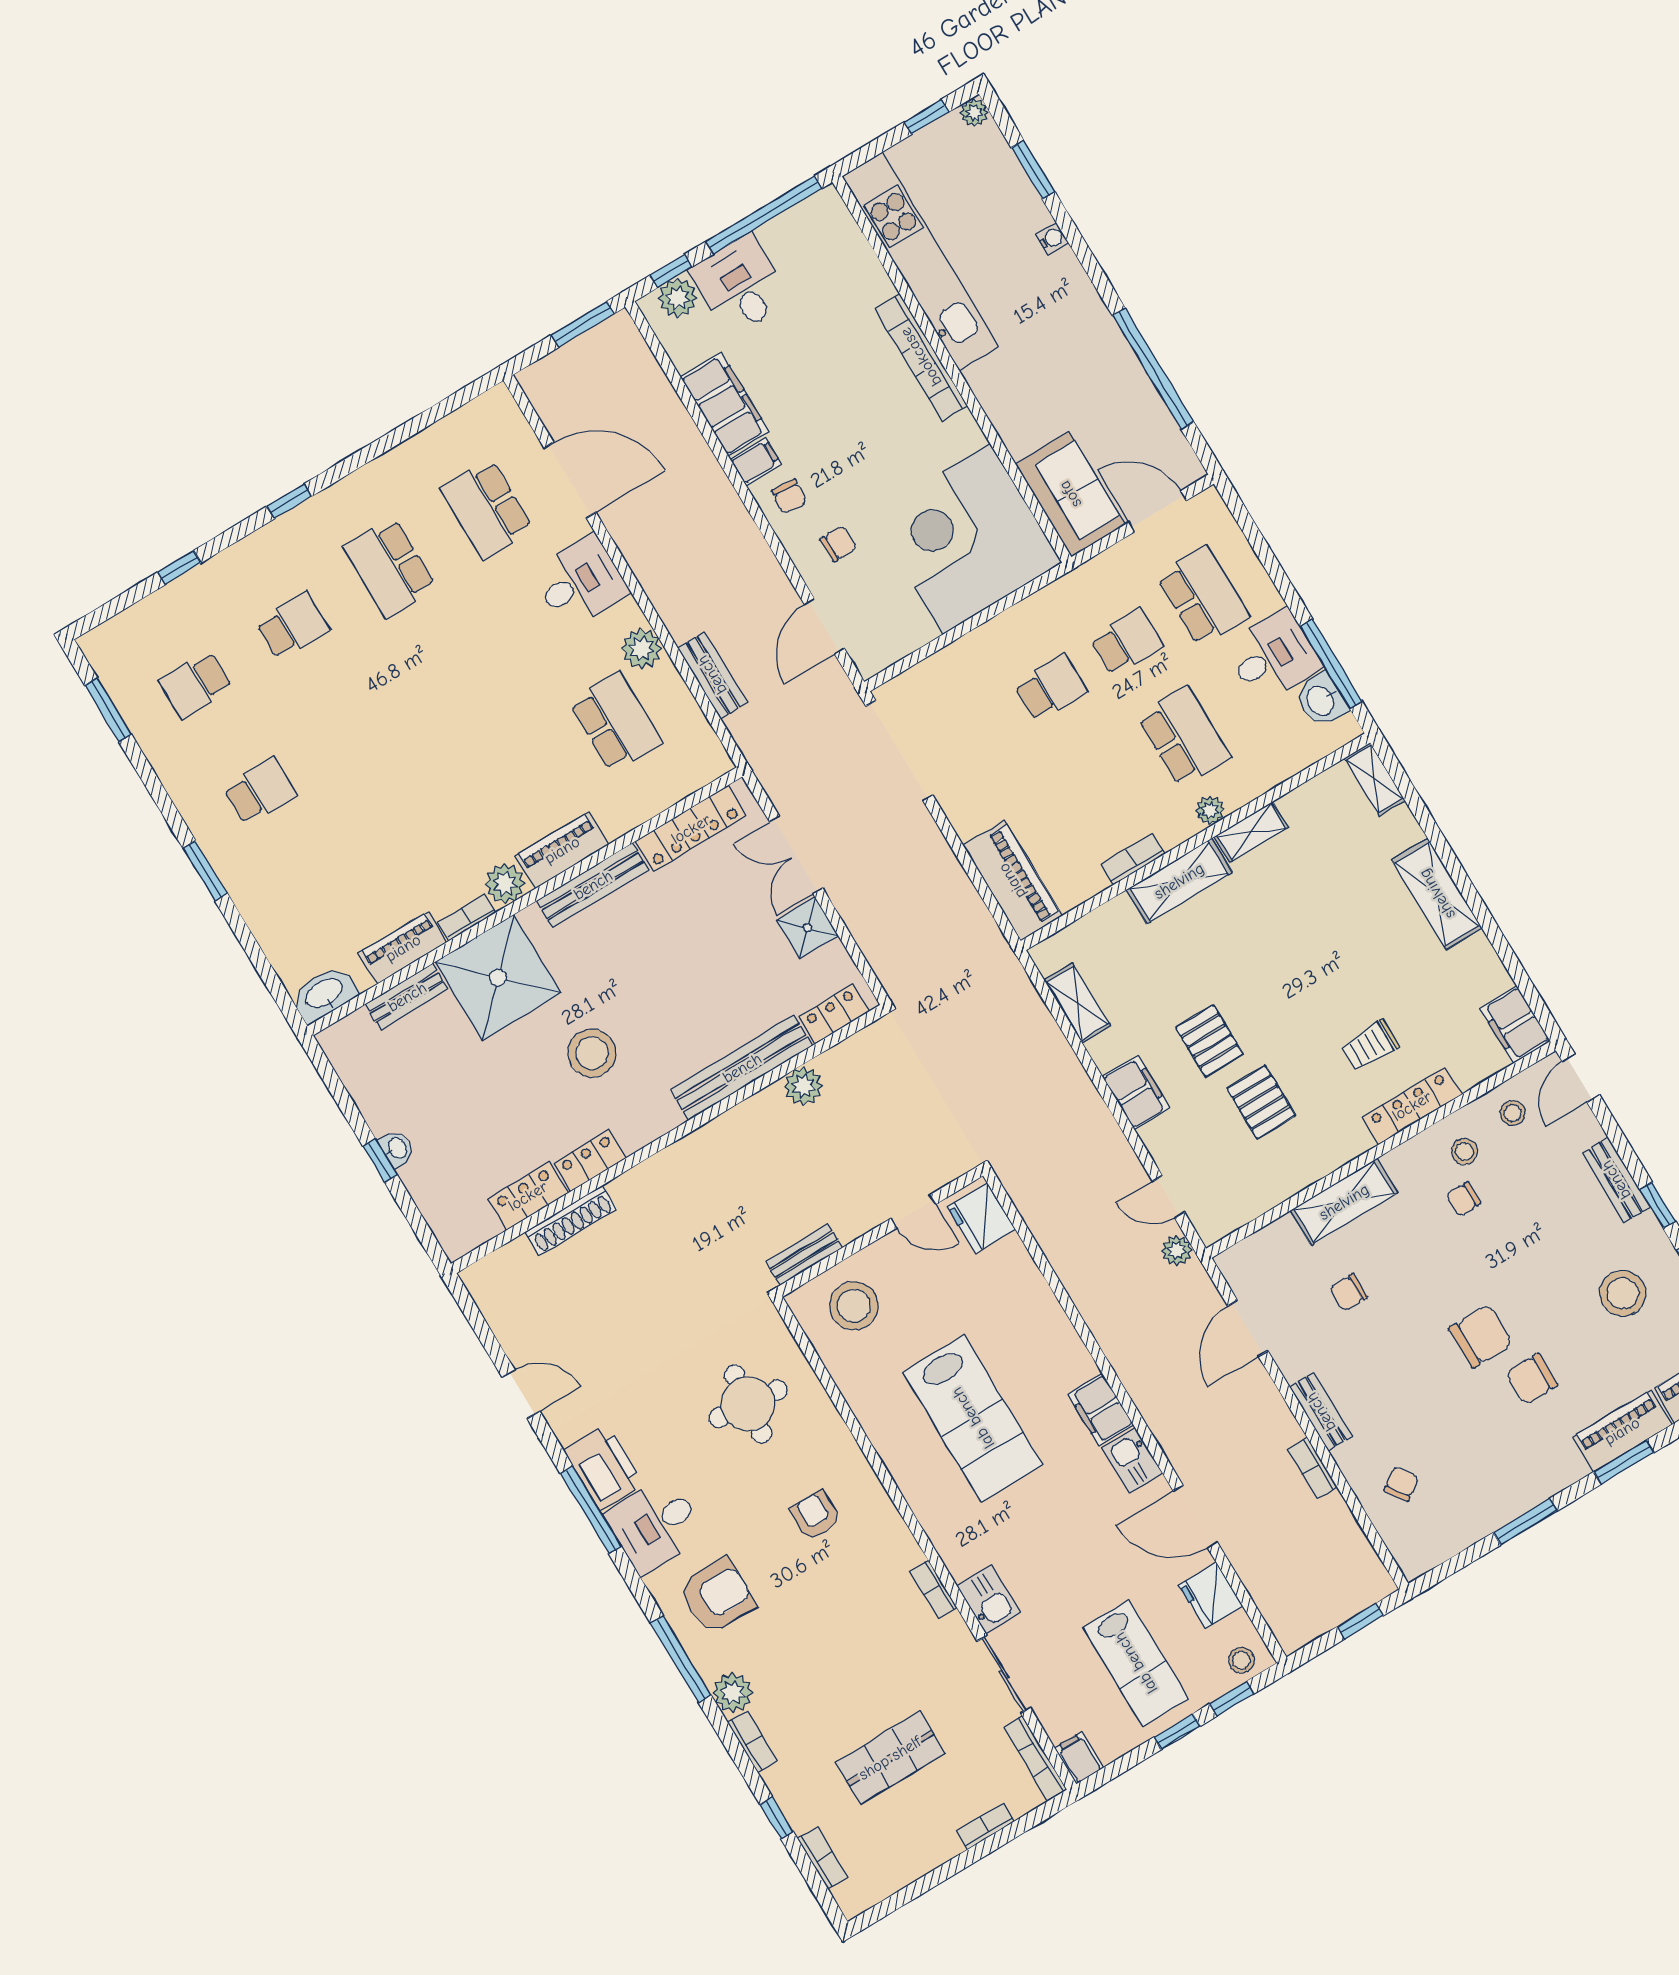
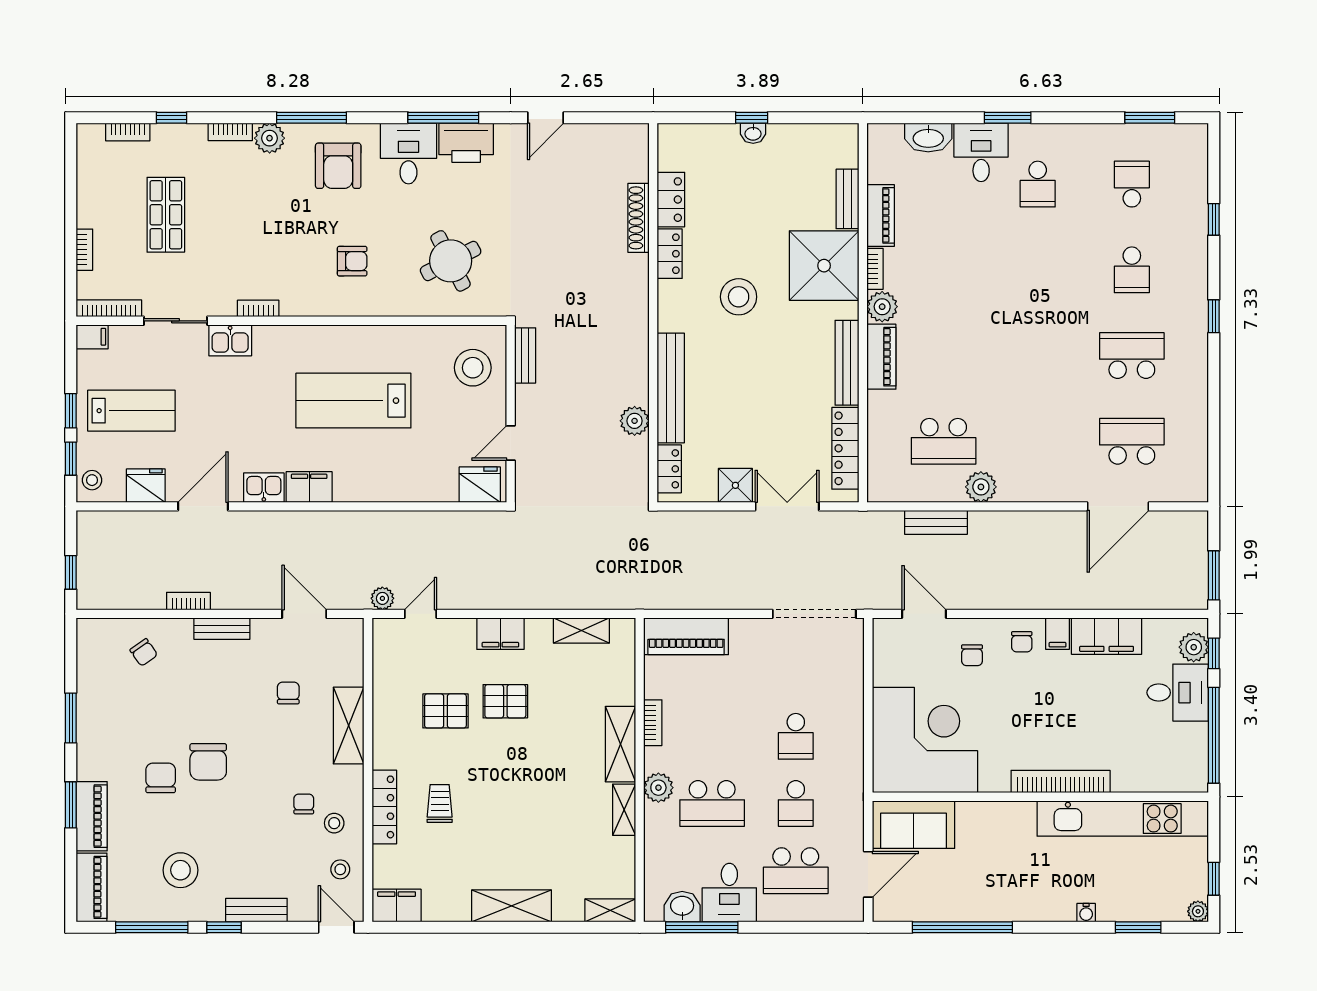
chair: (789, 497) -> (1022, 642), turned -95
desk: (580, 582) -> (981, 152), moved, turned 180
plant: (1210, 810) -> (658, 788), width x1.38, depth x1.38
washbasin: (324, 994) -> (928, 137), moved, turned 90
round table: (748, 1404) -> (451, 261), turned -33
lab bench: (1136, 1663) -> (131, 411), turned 180

